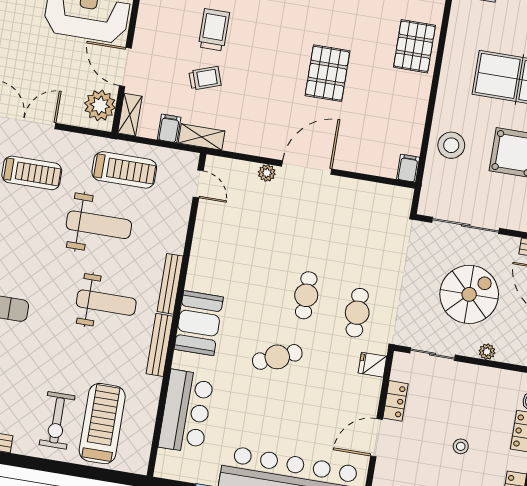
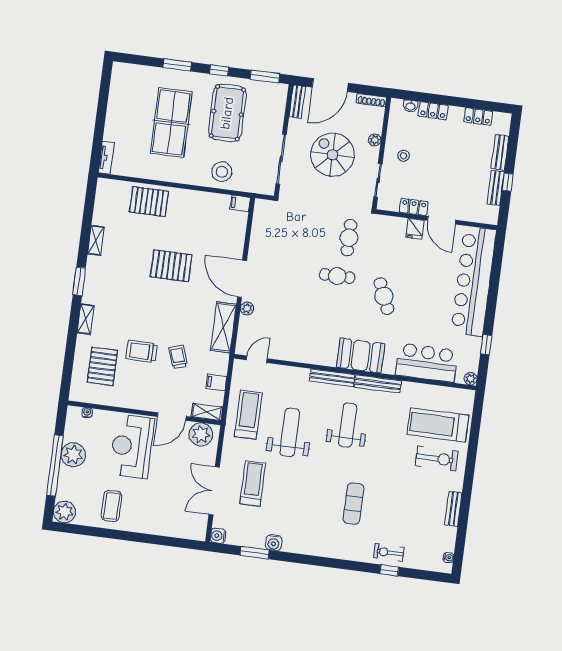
shelving: (202, 137) -> (223, 327), moved, width x1.50, depth x1.33
cafe table: (357, 313) -> (349, 238), turned 90
fridge: (372, 365) -> (415, 229), moved
stool: (461, 446) -> (404, 156), moved
plant: (163, 470) -> (471, 379), added

